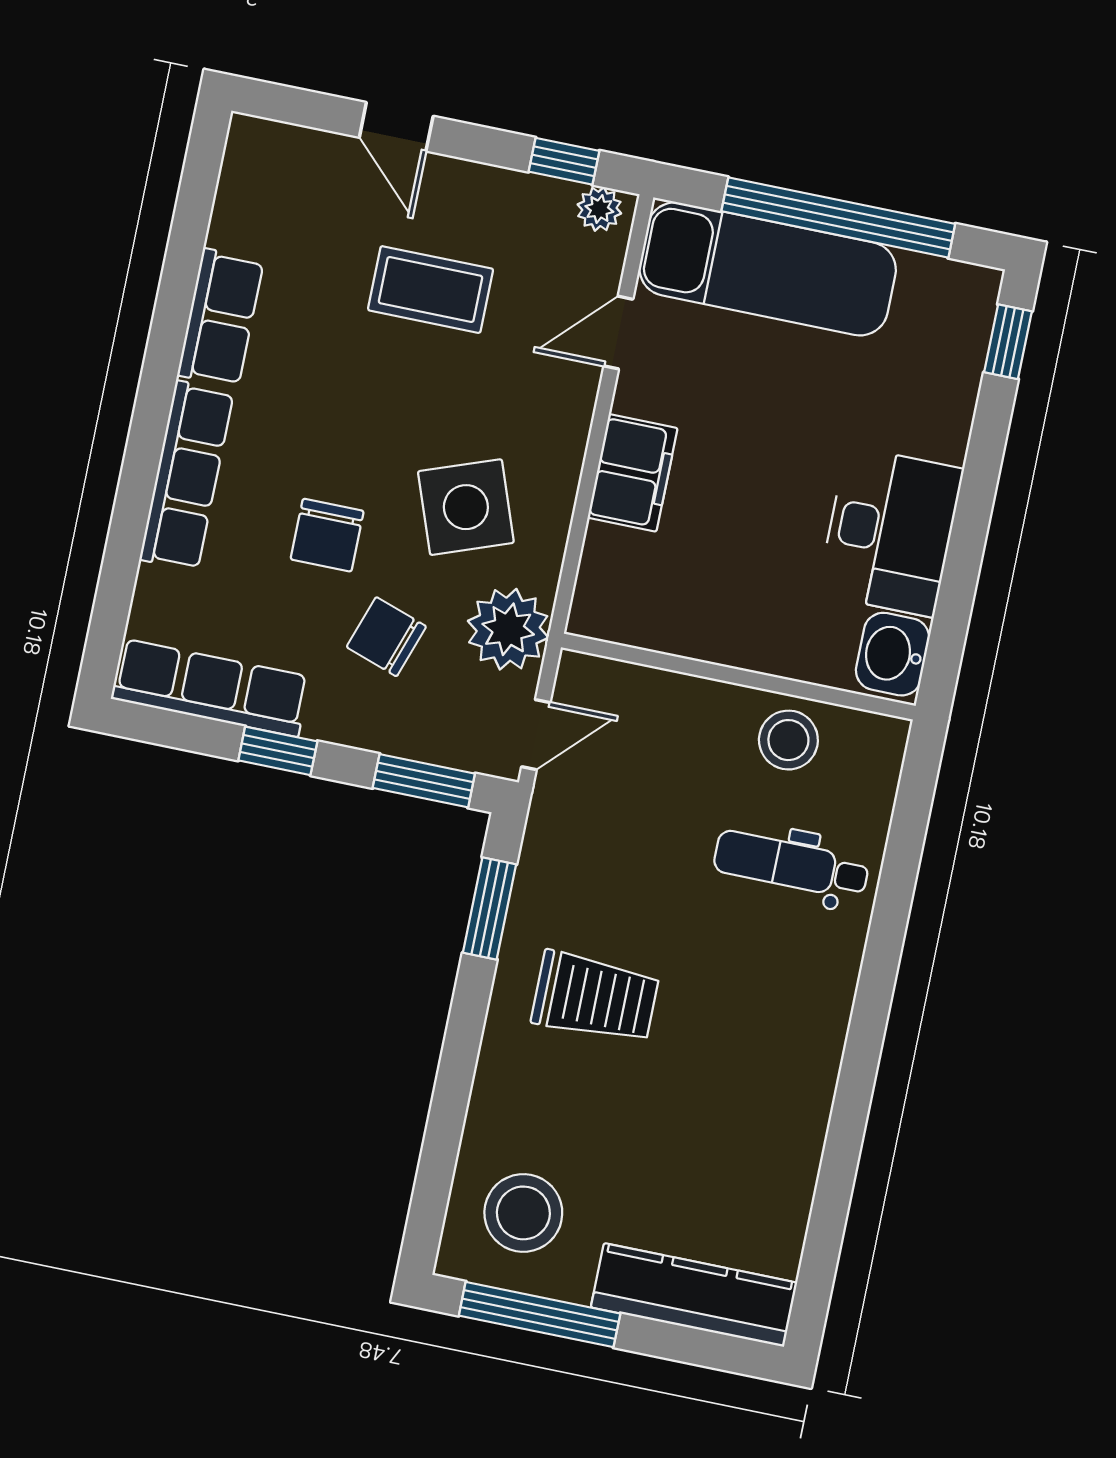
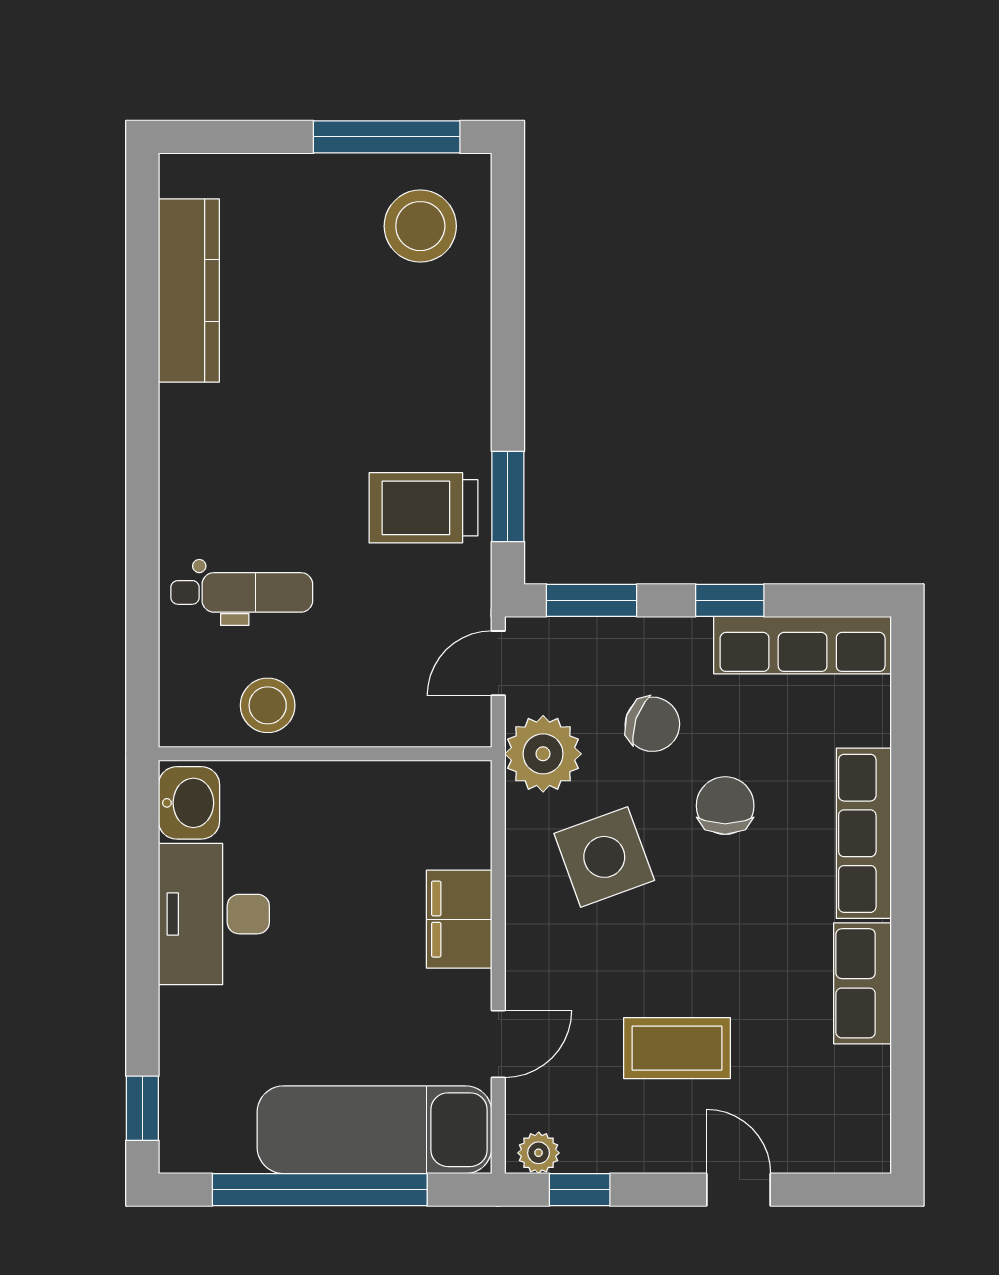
trolley: (595, 997) -> (423, 508), moved
kitchen counter: (694, 1295) -> (189, 291), moved, turned -90

